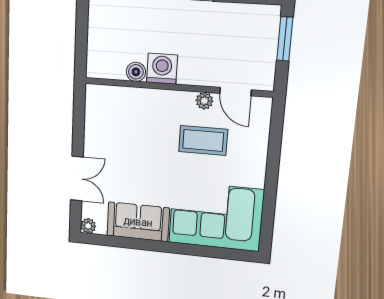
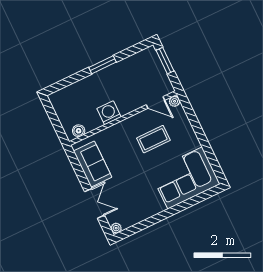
boiler: (136, 72) -> (79, 131), moved
plant: (204, 101) -> (175, 101), moved
sofa: (138, 222) -> (93, 164), moved, turned 90

